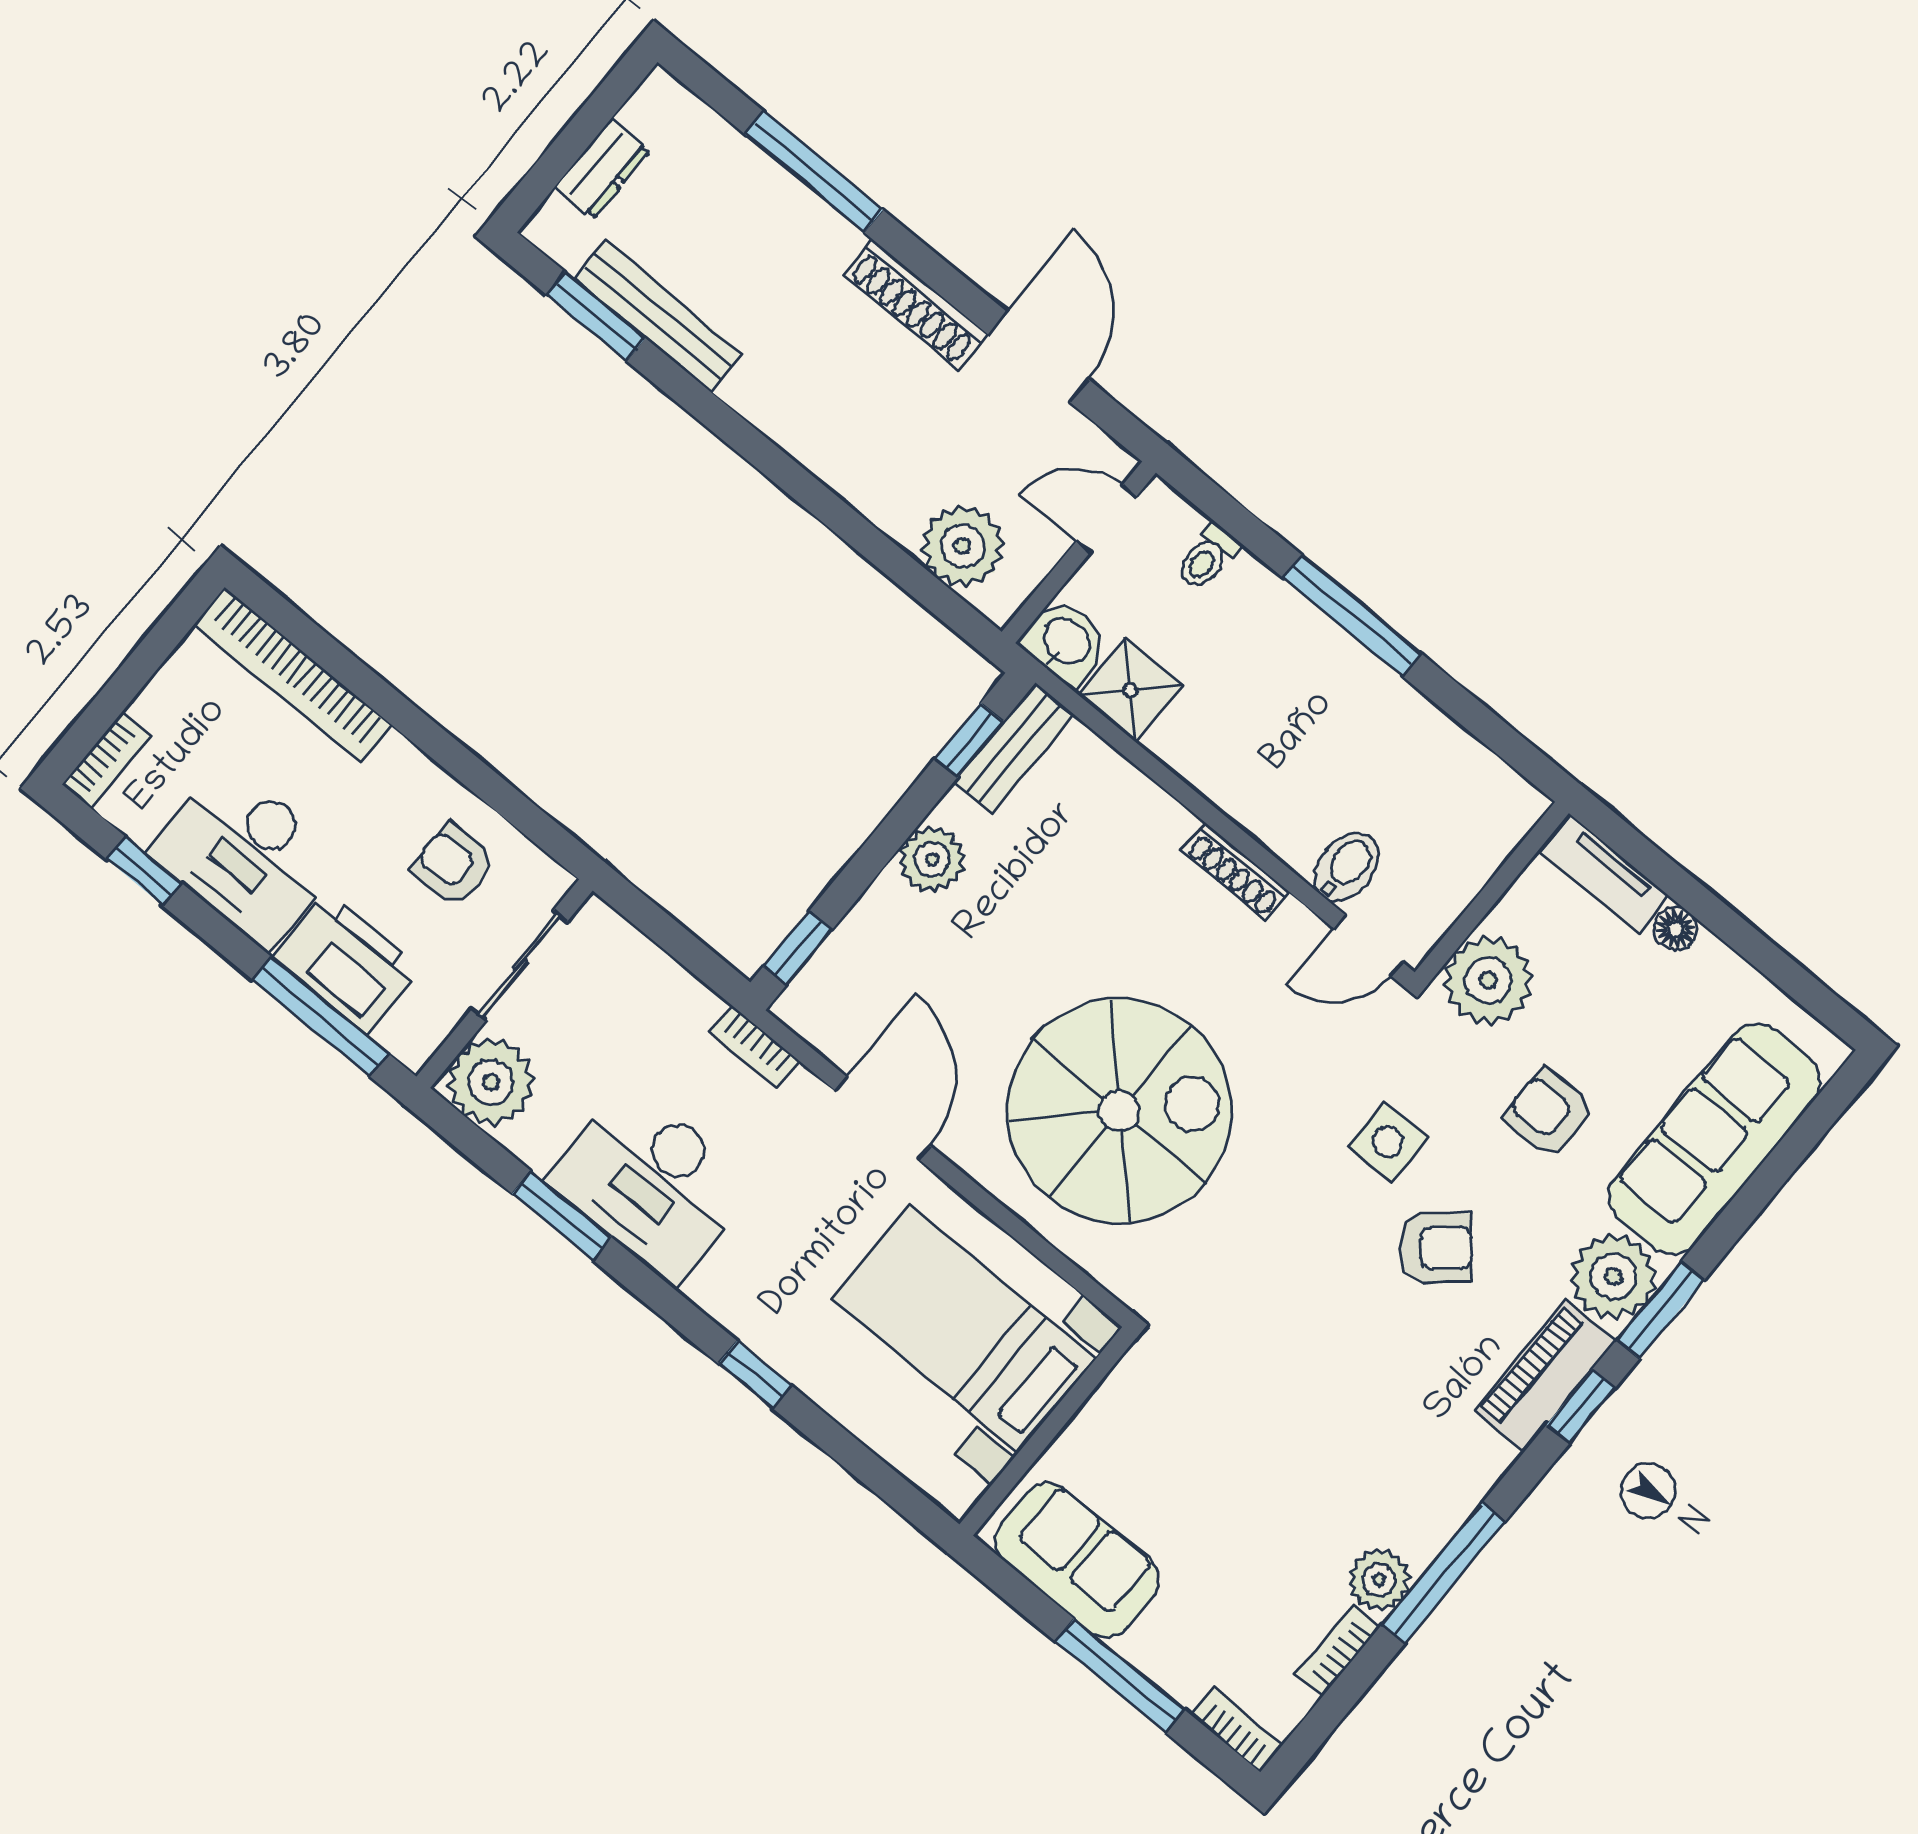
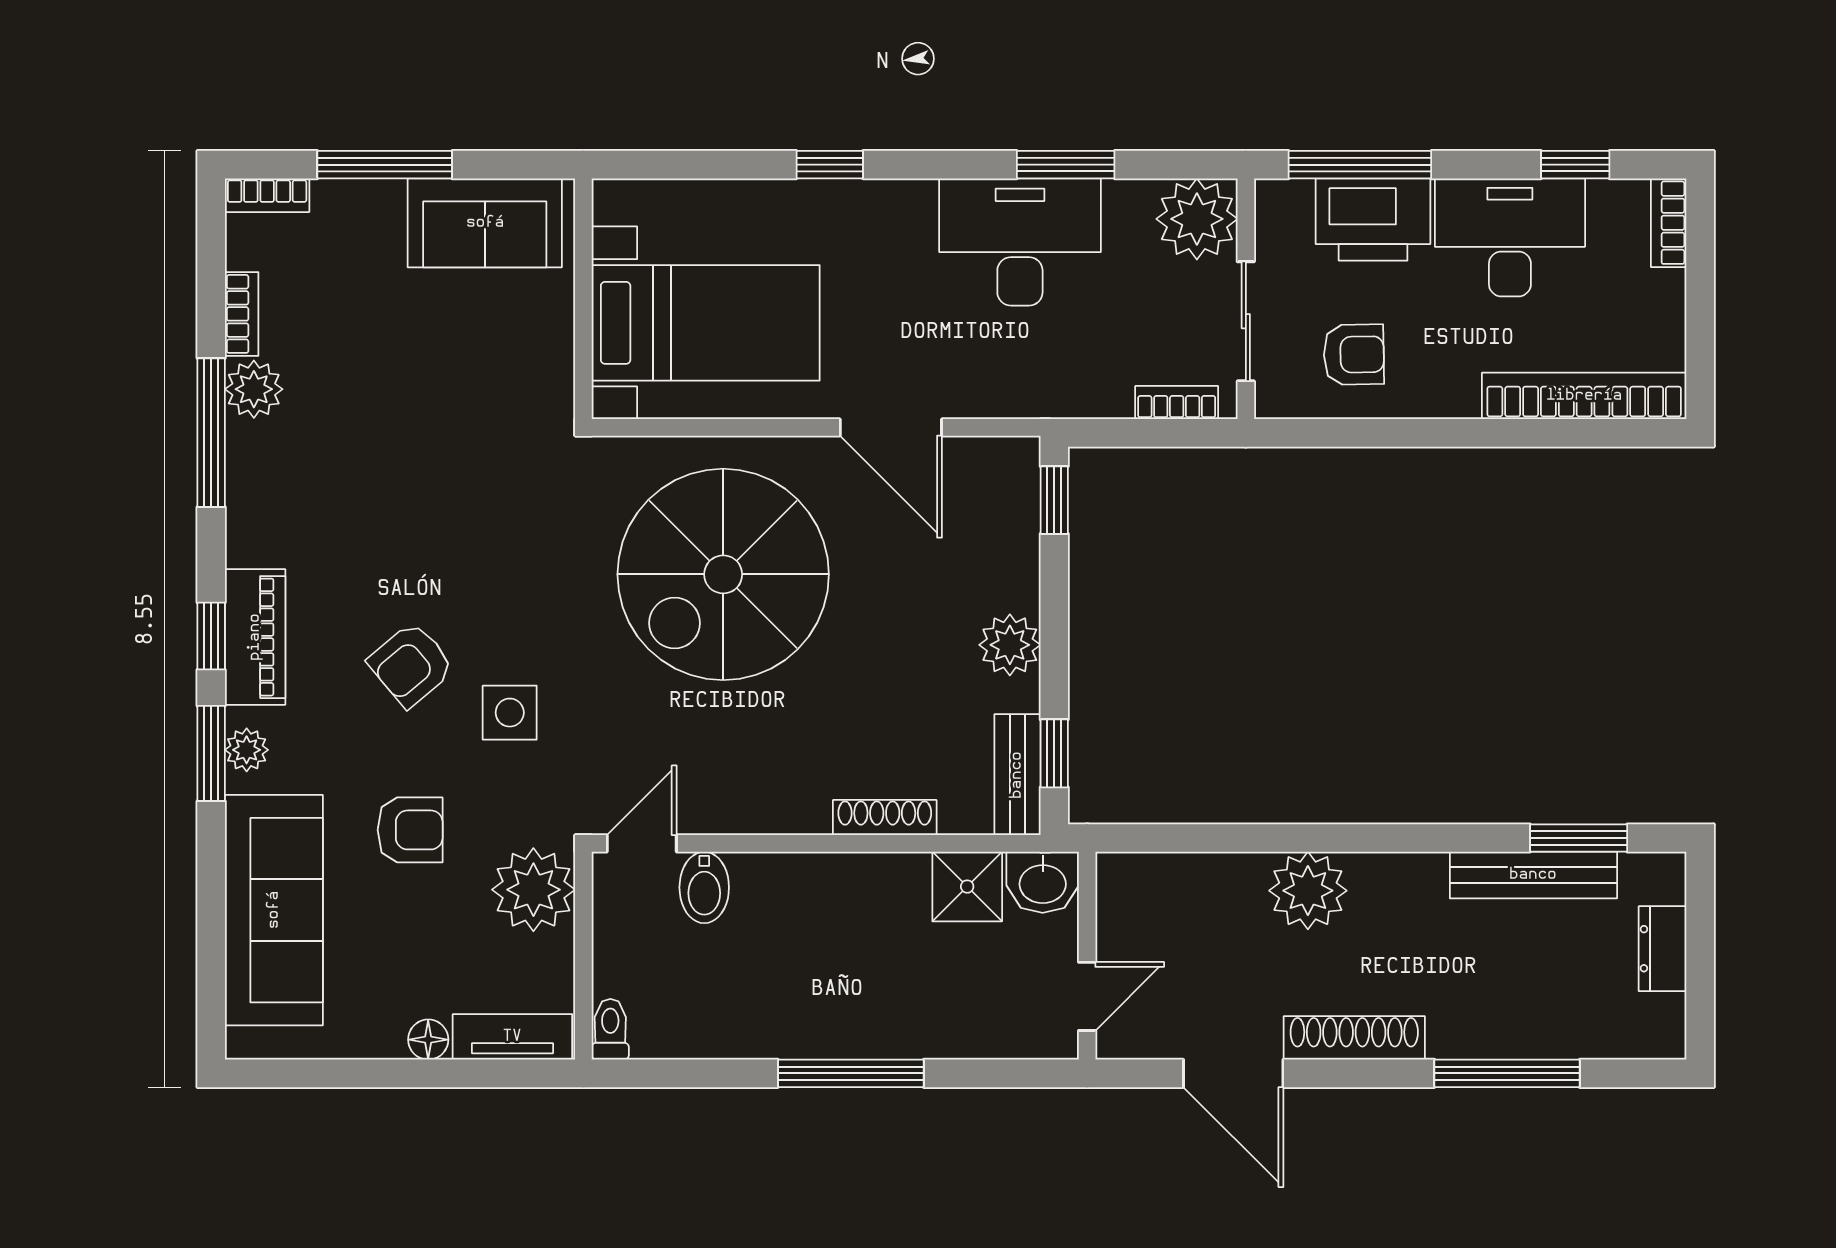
plant: (962, 546) -> (1308, 891), moved
toilet: (1207, 557) -> (610, 1029), moved
shoe rack: (1236, 872) -> (885, 818), moved
bookcase: (754, 1047) -> (1177, 403), moved
plant: (1613, 1276) -> (247, 750), width x0.53, depth x0.53

